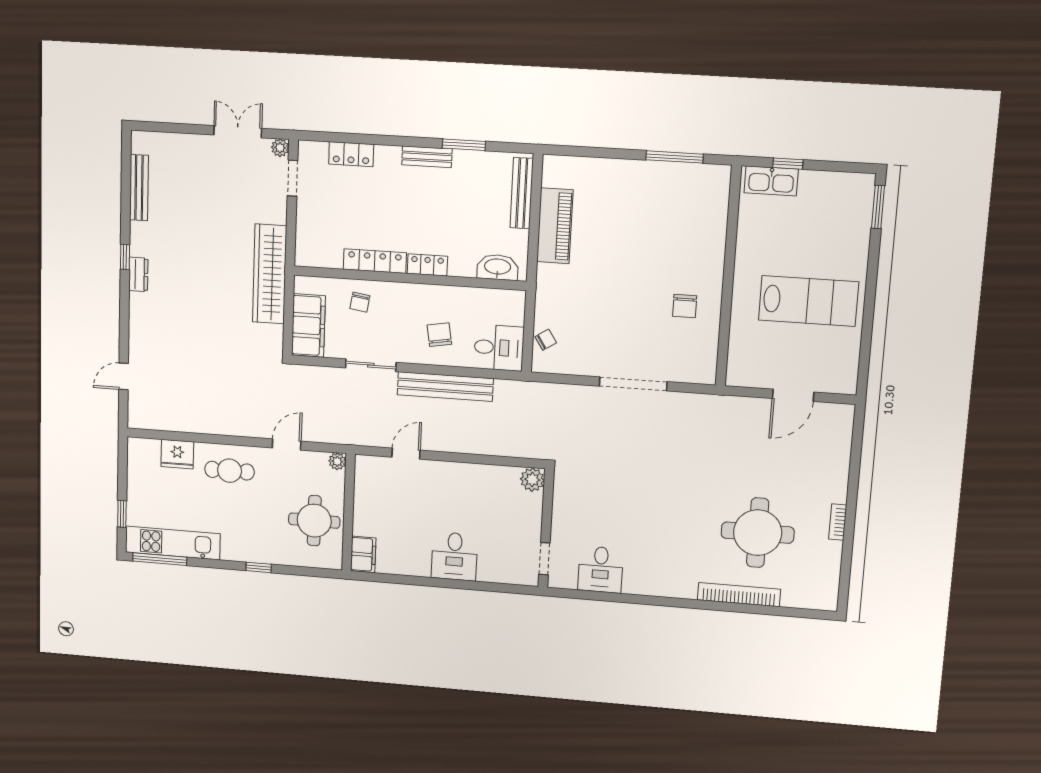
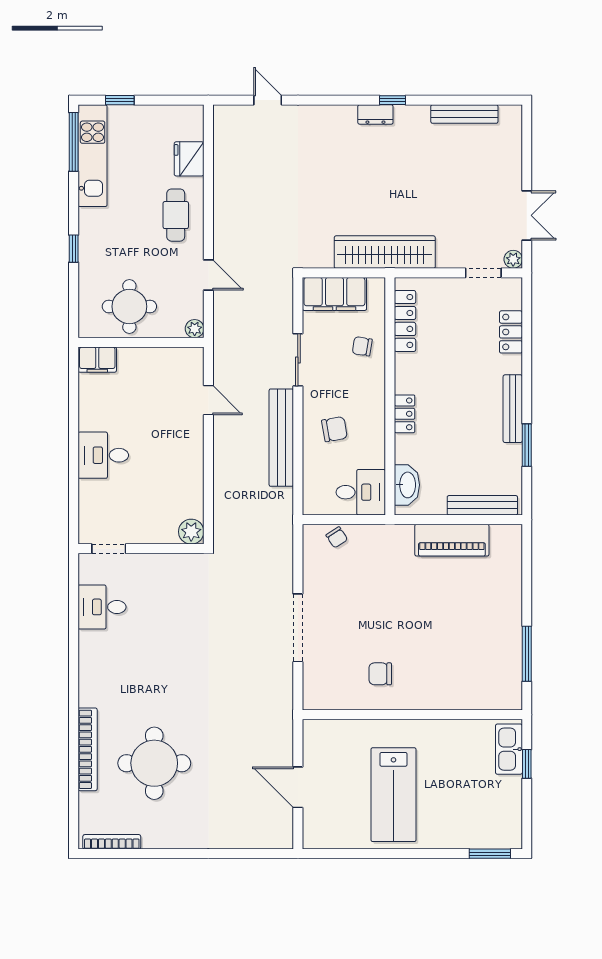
bench: (427, 157) -> (513, 409), width x1.36
locker: (375, 261) -> (405, 321), moved
desk: (499, 348) -> (361, 492), moved, turned -90
bookcase: (838, 522) -> (112, 842), moved, width x1.56

